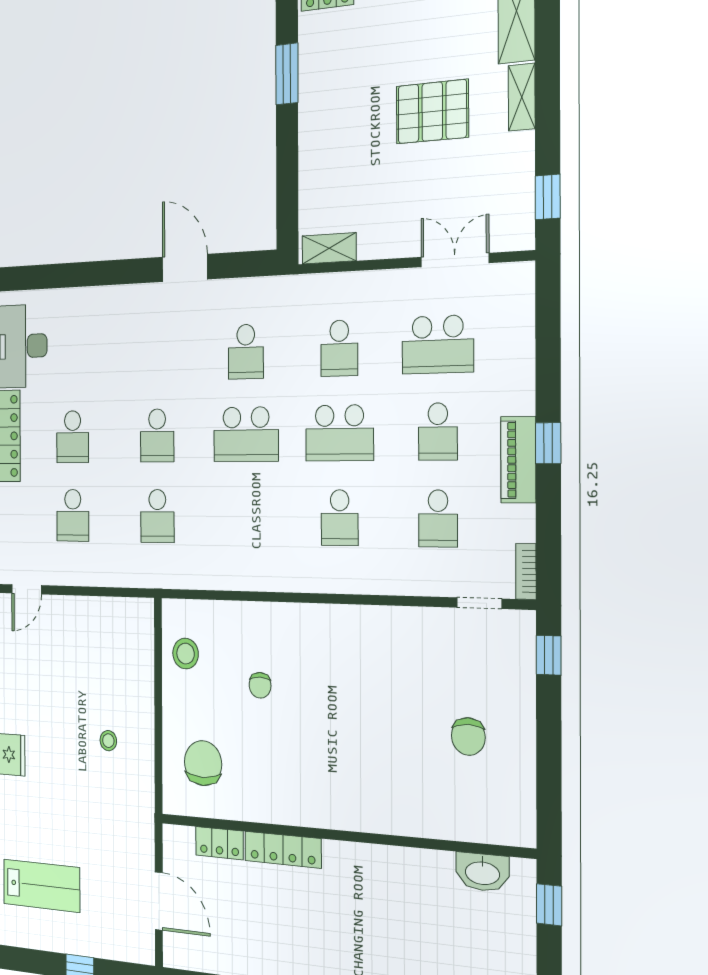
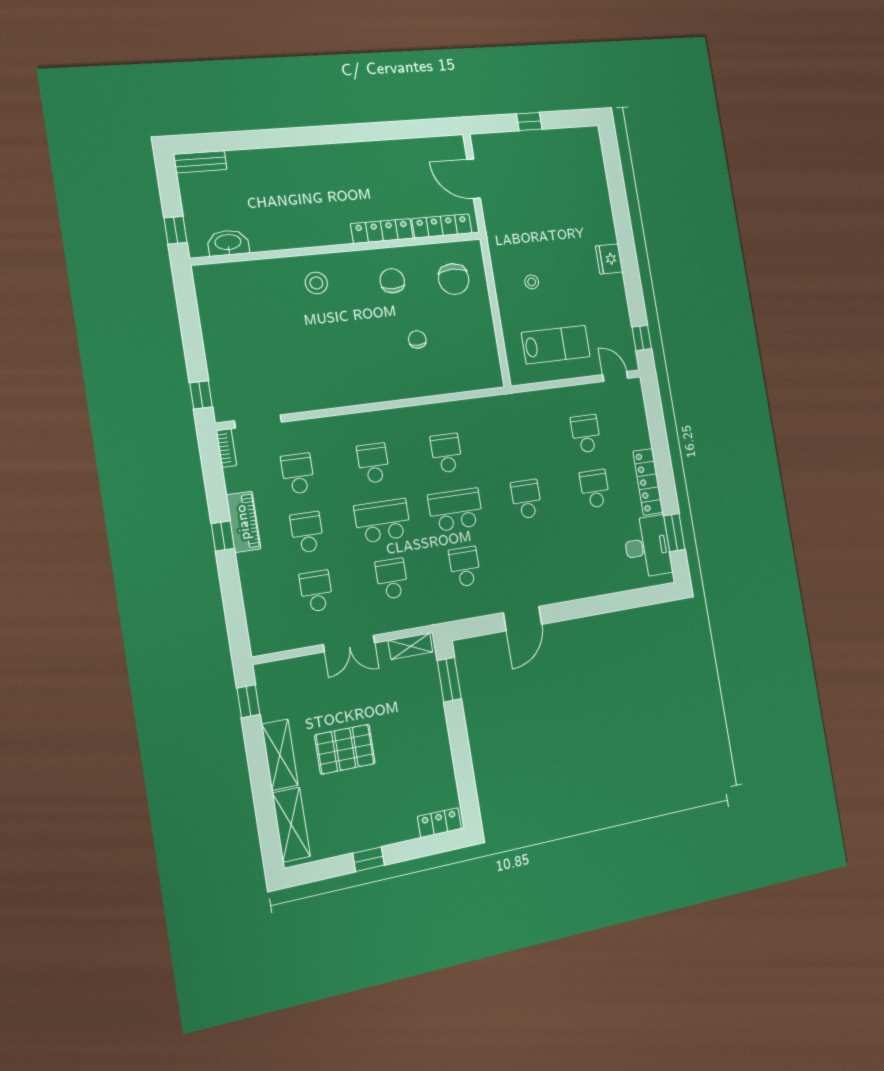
window: (287, 74) -> (449, 680), moved
shelving: (522, 97) -> (280, 755), width x1.50, depth x1.33
double door: (455, 260) -> (349, 644), moved
door: (185, 268) -> (523, 618), hinge flipped
school desk: (438, 345) -> (316, 591), width x0.54
school desk: (157, 516) -> (446, 453), moved
door: (27, 589) -> (615, 376), hinge flipped
doorway: (479, 603) -> (258, 421), width x1.38
stool: (186, 654) -> (316, 283), moved
chair: (468, 736) -> (392, 281), moved
locker: (219, 843) -> (442, 226), width x1.53
lab bench: (42, 886) -> (556, 345), moved, turned 180

